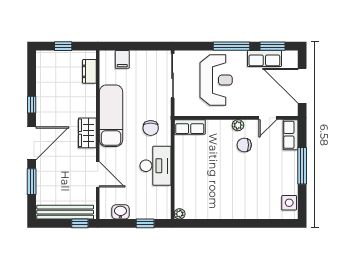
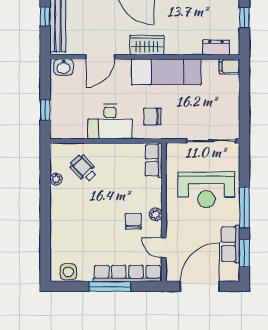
filing cabinet: (122, 59) -> (229, 66), moved
row of seats: (291, 135) -> (127, 274), width x2.02
wheelchair: (197, 189) -> (84, 168), added
washbasin: (120, 212) -> (64, 67), moved, turned 90
plant: (180, 214) -> (56, 179), moved
window: (80, 223) -> (45, 16), moved

